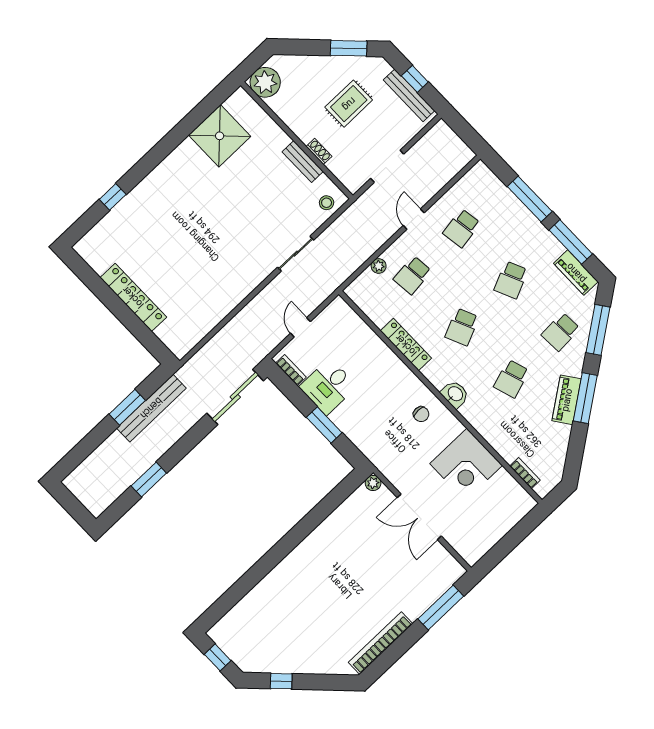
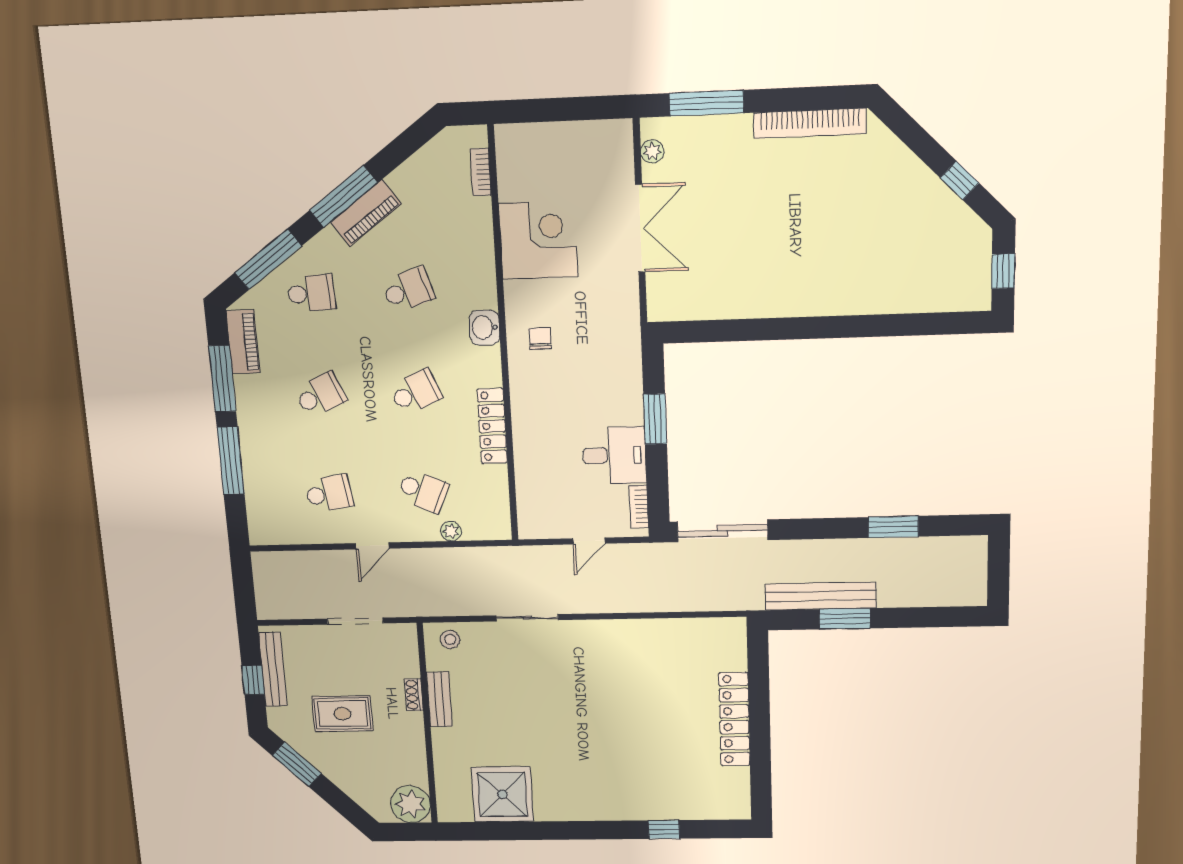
school desk: (412, 275) -> (423, 491), turned 30
plant: (373, 483) -> (652, 151), moved

